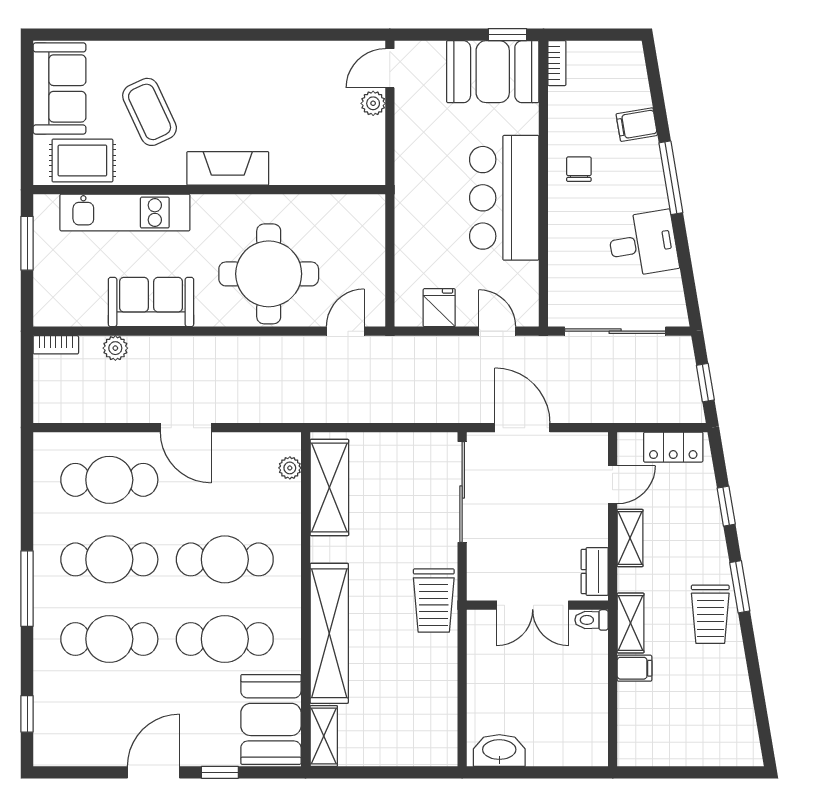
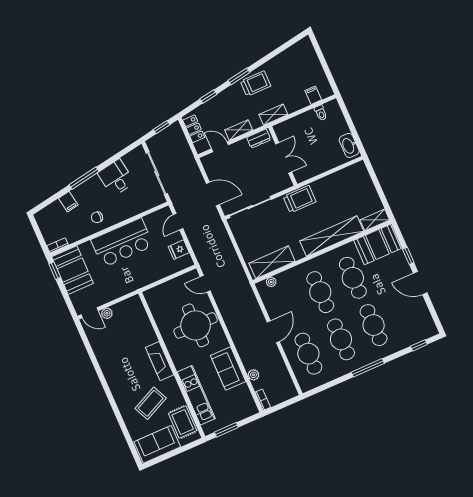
door: (522, 428) -> (213, 194), swing flipped
toilet: (592, 620) -> (321, 113), moved
filing cabinet: (634, 668) -> (313, 95), moved

